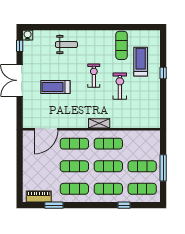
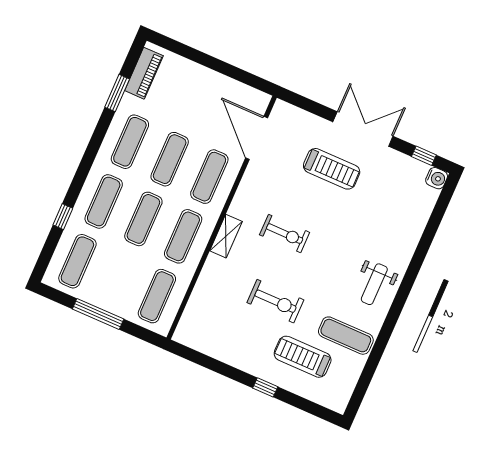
weight bench: (66, 45) -> (374, 284), moved
treadmill: (141, 62) -> (303, 357), turned 180
exercise bike: (94, 76) -> (285, 234), moved
treadmill: (55, 87) -> (332, 169), moved, turned 90
exercise mat: (142, 166) -> (157, 296), moved

